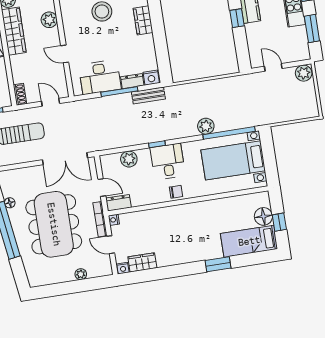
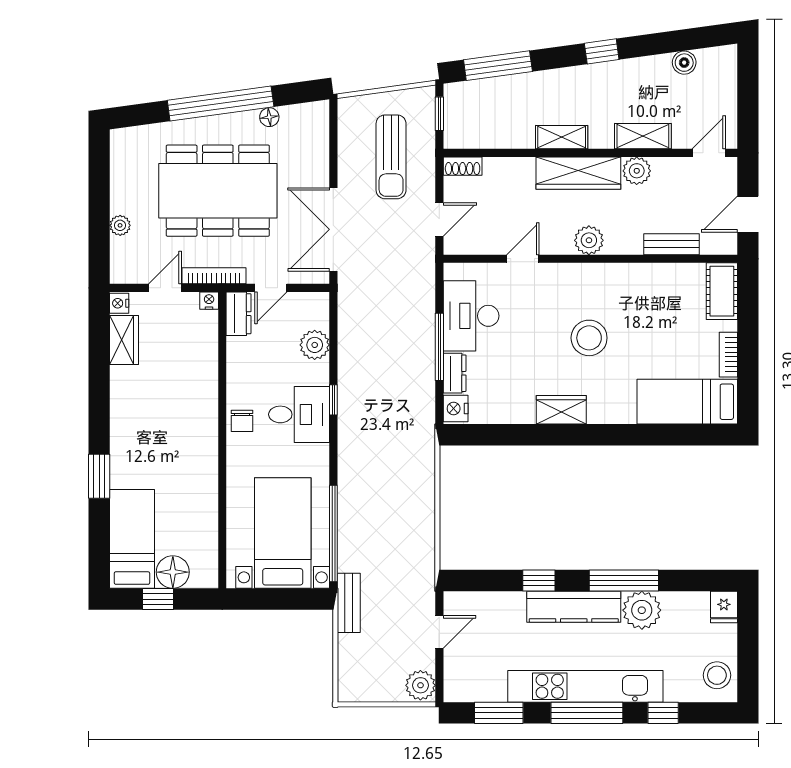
bench: (148, 95) -> (349, 603), moved
plant: (206, 126) -> (352, 493), removed

